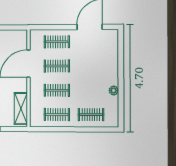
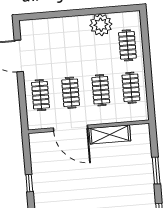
plant: (114, 90) -> (101, 25), width x1.87, depth x1.87
shelving: (21, 109) -> (110, 135), moved

